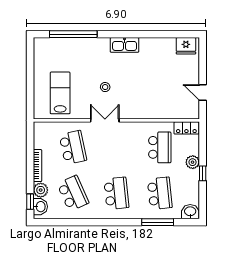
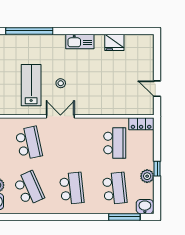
fridge: (186, 46) -> (114, 42), moved
lab bench: (60, 93) -> (31, 85), moved
plant: (193, 162) -> (147, 176), moved
window: (158, 222) -> (124, 217), moved

